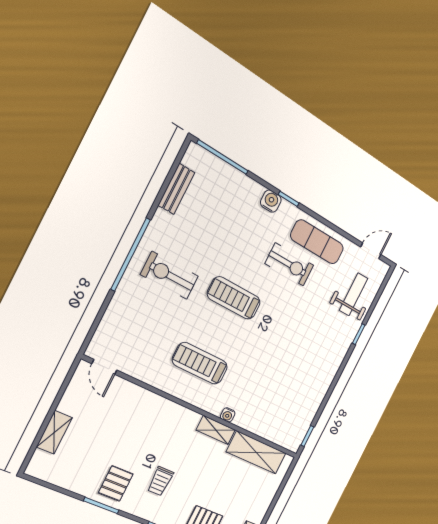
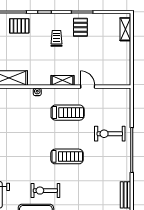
exercise bike: (169, 275) -> (110, 134), moved, turned 180
door: (104, 367) -> (88, 87), moved
shelving: (216, 430) -> (62, 80), moved
shelving: (54, 432) -> (125, 29), moved

